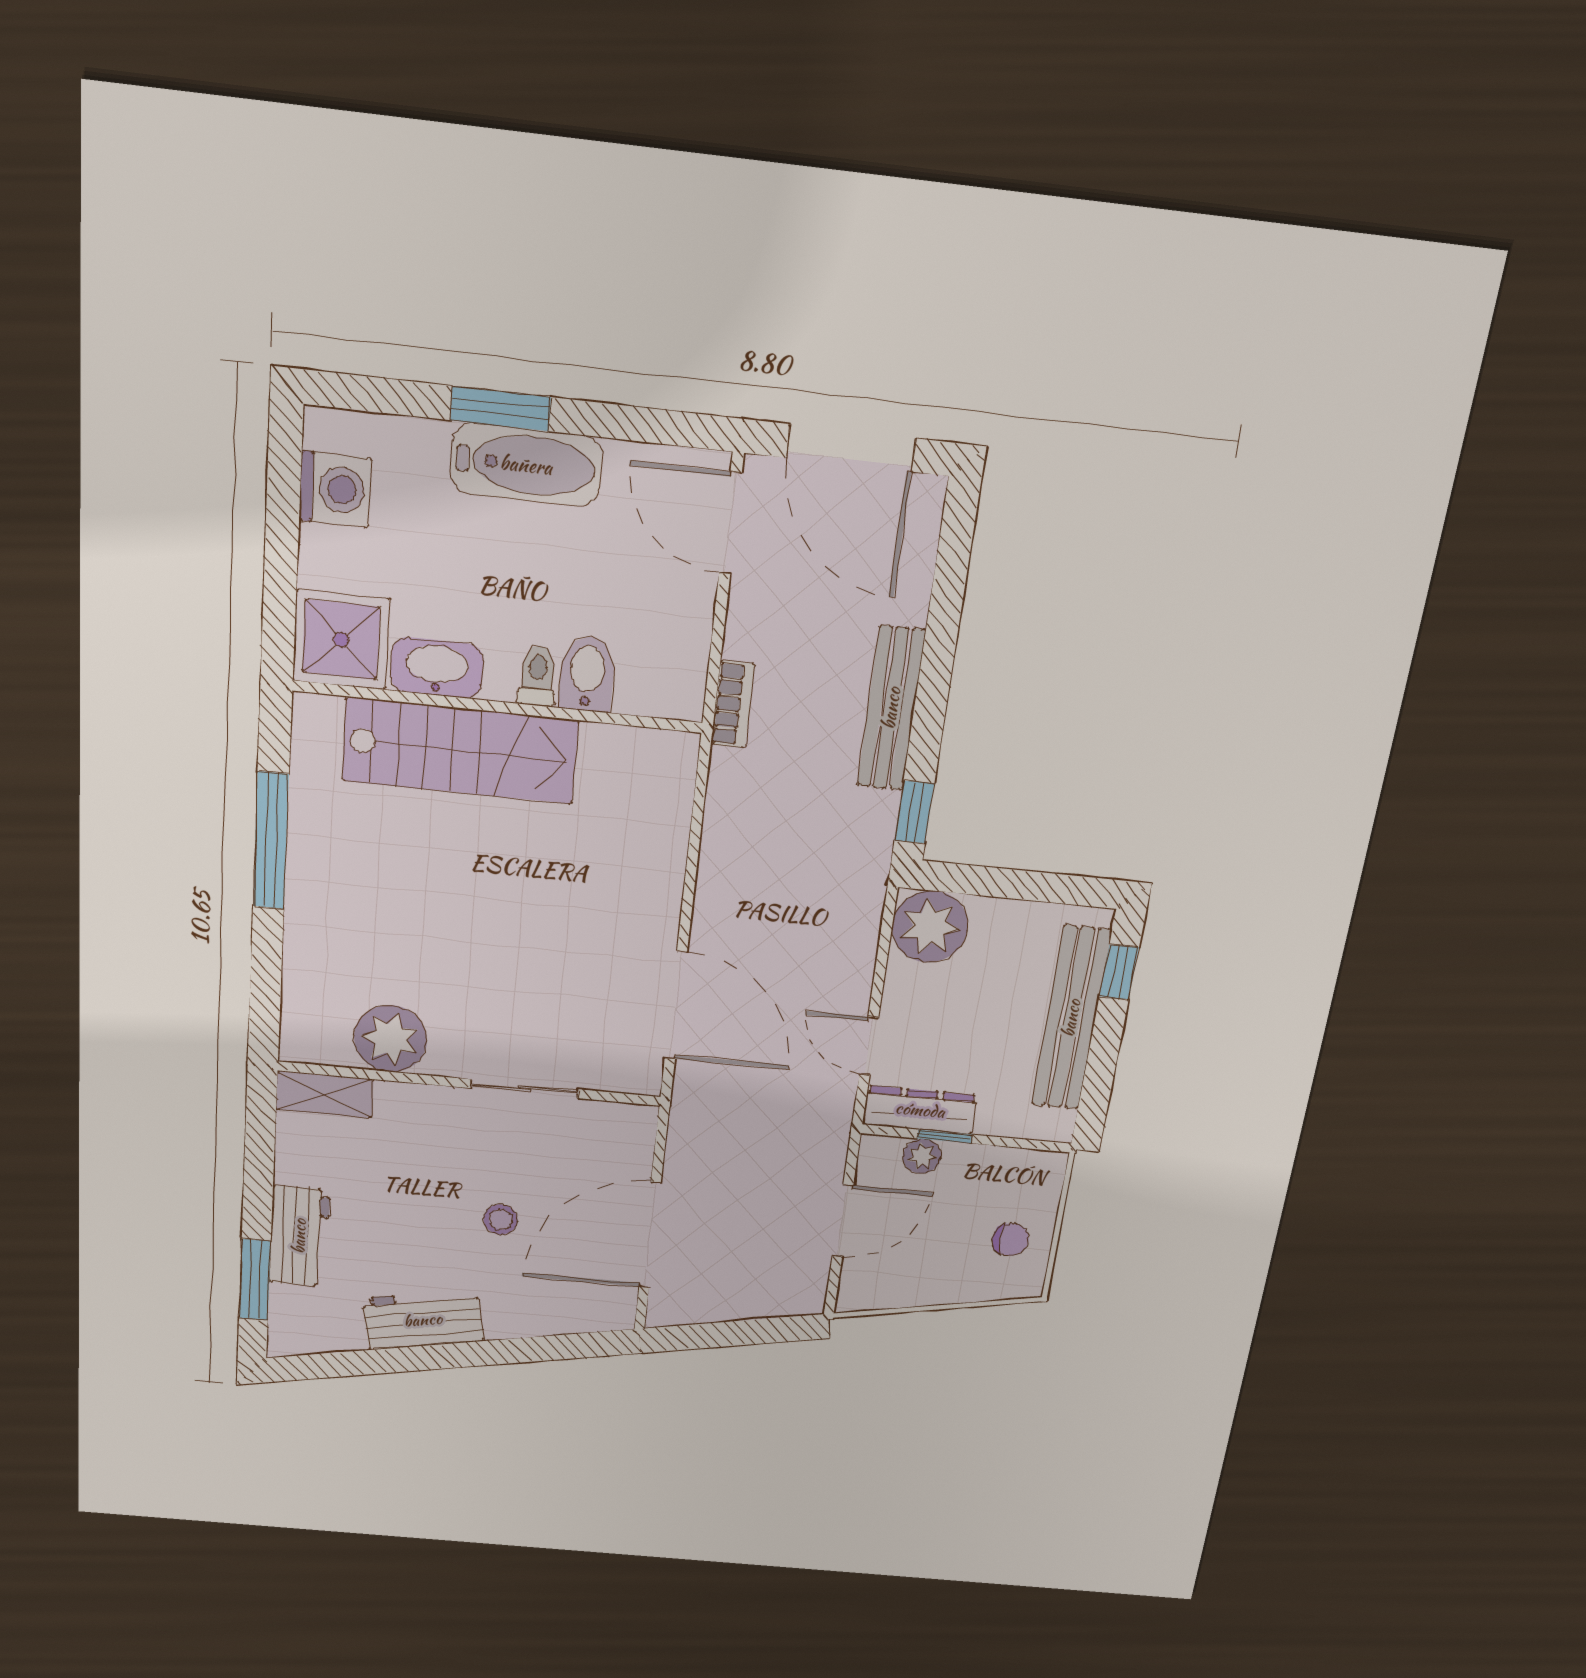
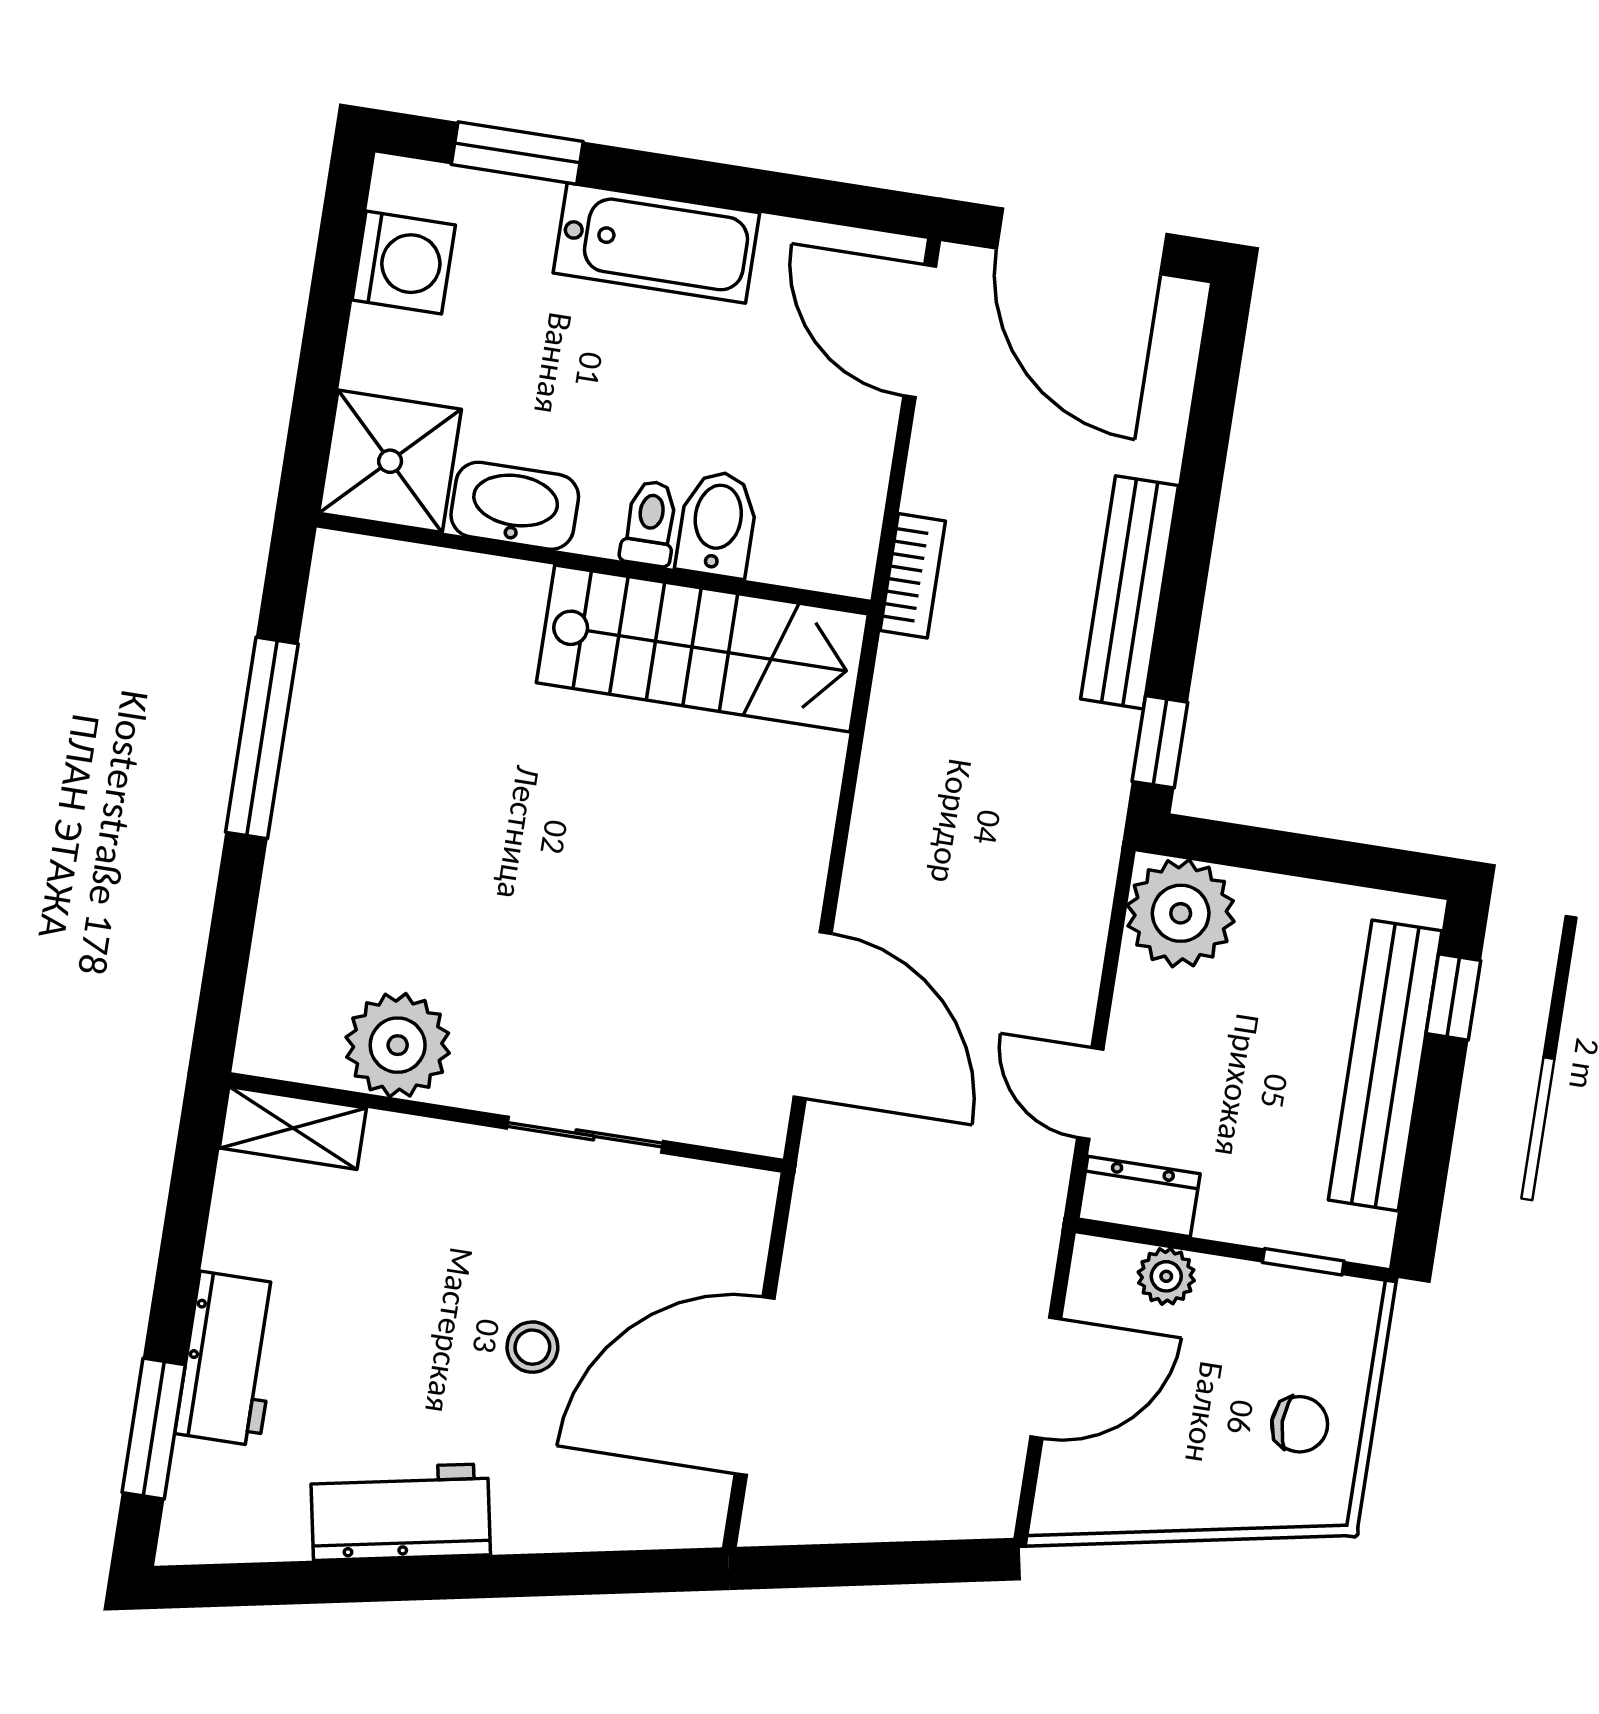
window: (501, 409) -> (517, 153), moved
stairs: (460, 751) -> (702, 648), moved
dresser: (920, 1110) -> (1139, 1196), width x0.70
window: (945, 1136) -> (1303, 1262), moved

